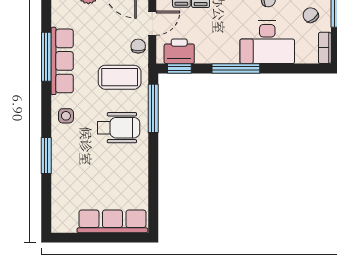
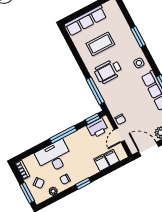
coffee table: (120, 77) -> (100, 44), moved

